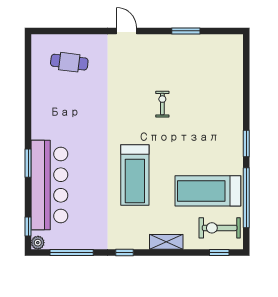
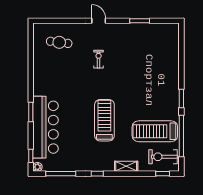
exercise bike: (162, 104) -> (99, 59), moved
treadmill: (135, 175) -> (104, 120), turned 180

